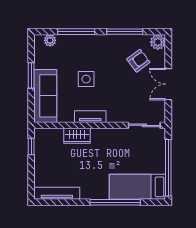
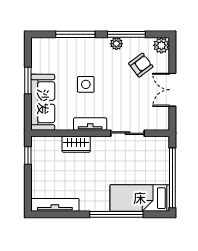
plant: (50, 40) -> (116, 44), moved
sliding door: (144, 125) -> (128, 133), moved

